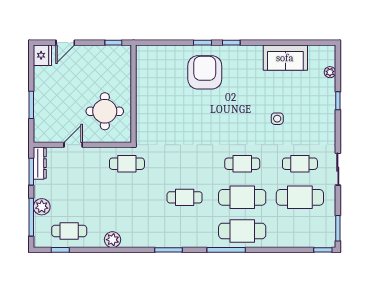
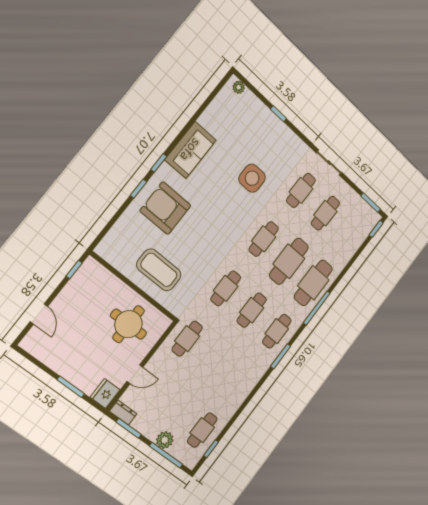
fridge: (42, 55) -> (105, 394), moved, turned -90
sofa: (285, 58) -> (190, 150), moved
plant: (330, 72) -> (239, 87), moved
coffee table: (159, 103) -> (159, 270), added
side table: (277, 119) -> (252, 178), width x1.87, depth x1.87
door: (73, 145) -> (135, 374), swing flipped
dresser: (40, 163) -> (123, 413), width x0.70
cafe table: (185, 164) -> (226, 288), added
cafe table: (300, 197) -> (325, 213), width x0.73, depth x0.74
cafe table: (185, 231) -> (277, 331), added
plant: (112, 240) -> (237, 398), removed

